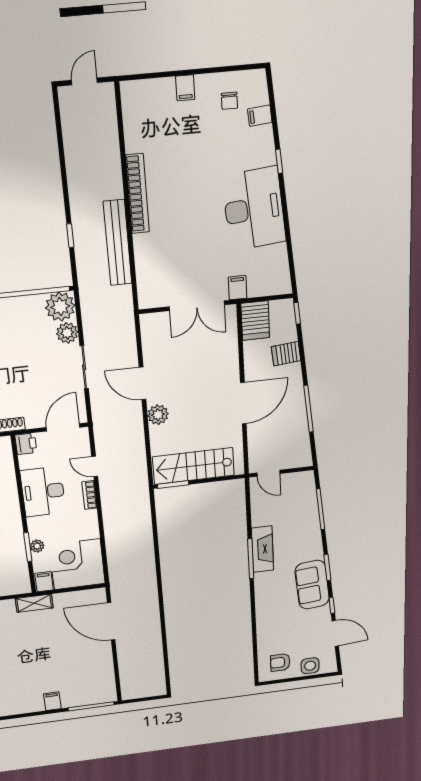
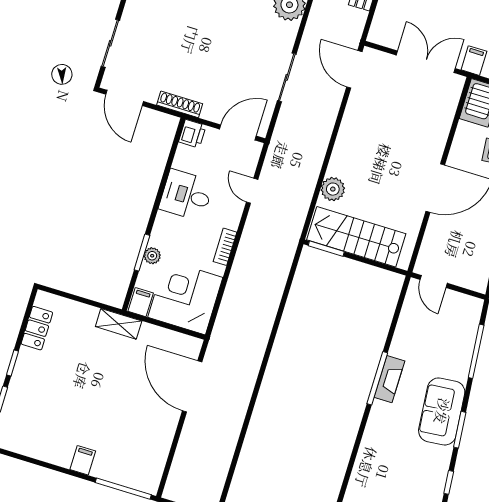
double door: (197, 306) -> (426, 62), swing flipped
plant: (67, 333) -> (285, 34), removed
door: (142, 383) -> (354, 69), moved
plant: (158, 415) -> (333, 189), moved
desk: (43, 492) -> (186, 195), width x0.73
bookcase: (89, 495) -> (225, 247), moved
fireplace: (263, 549) -> (389, 379), width x0.73, depth x0.76
sofa: (312, 585) -> (442, 411), moved

